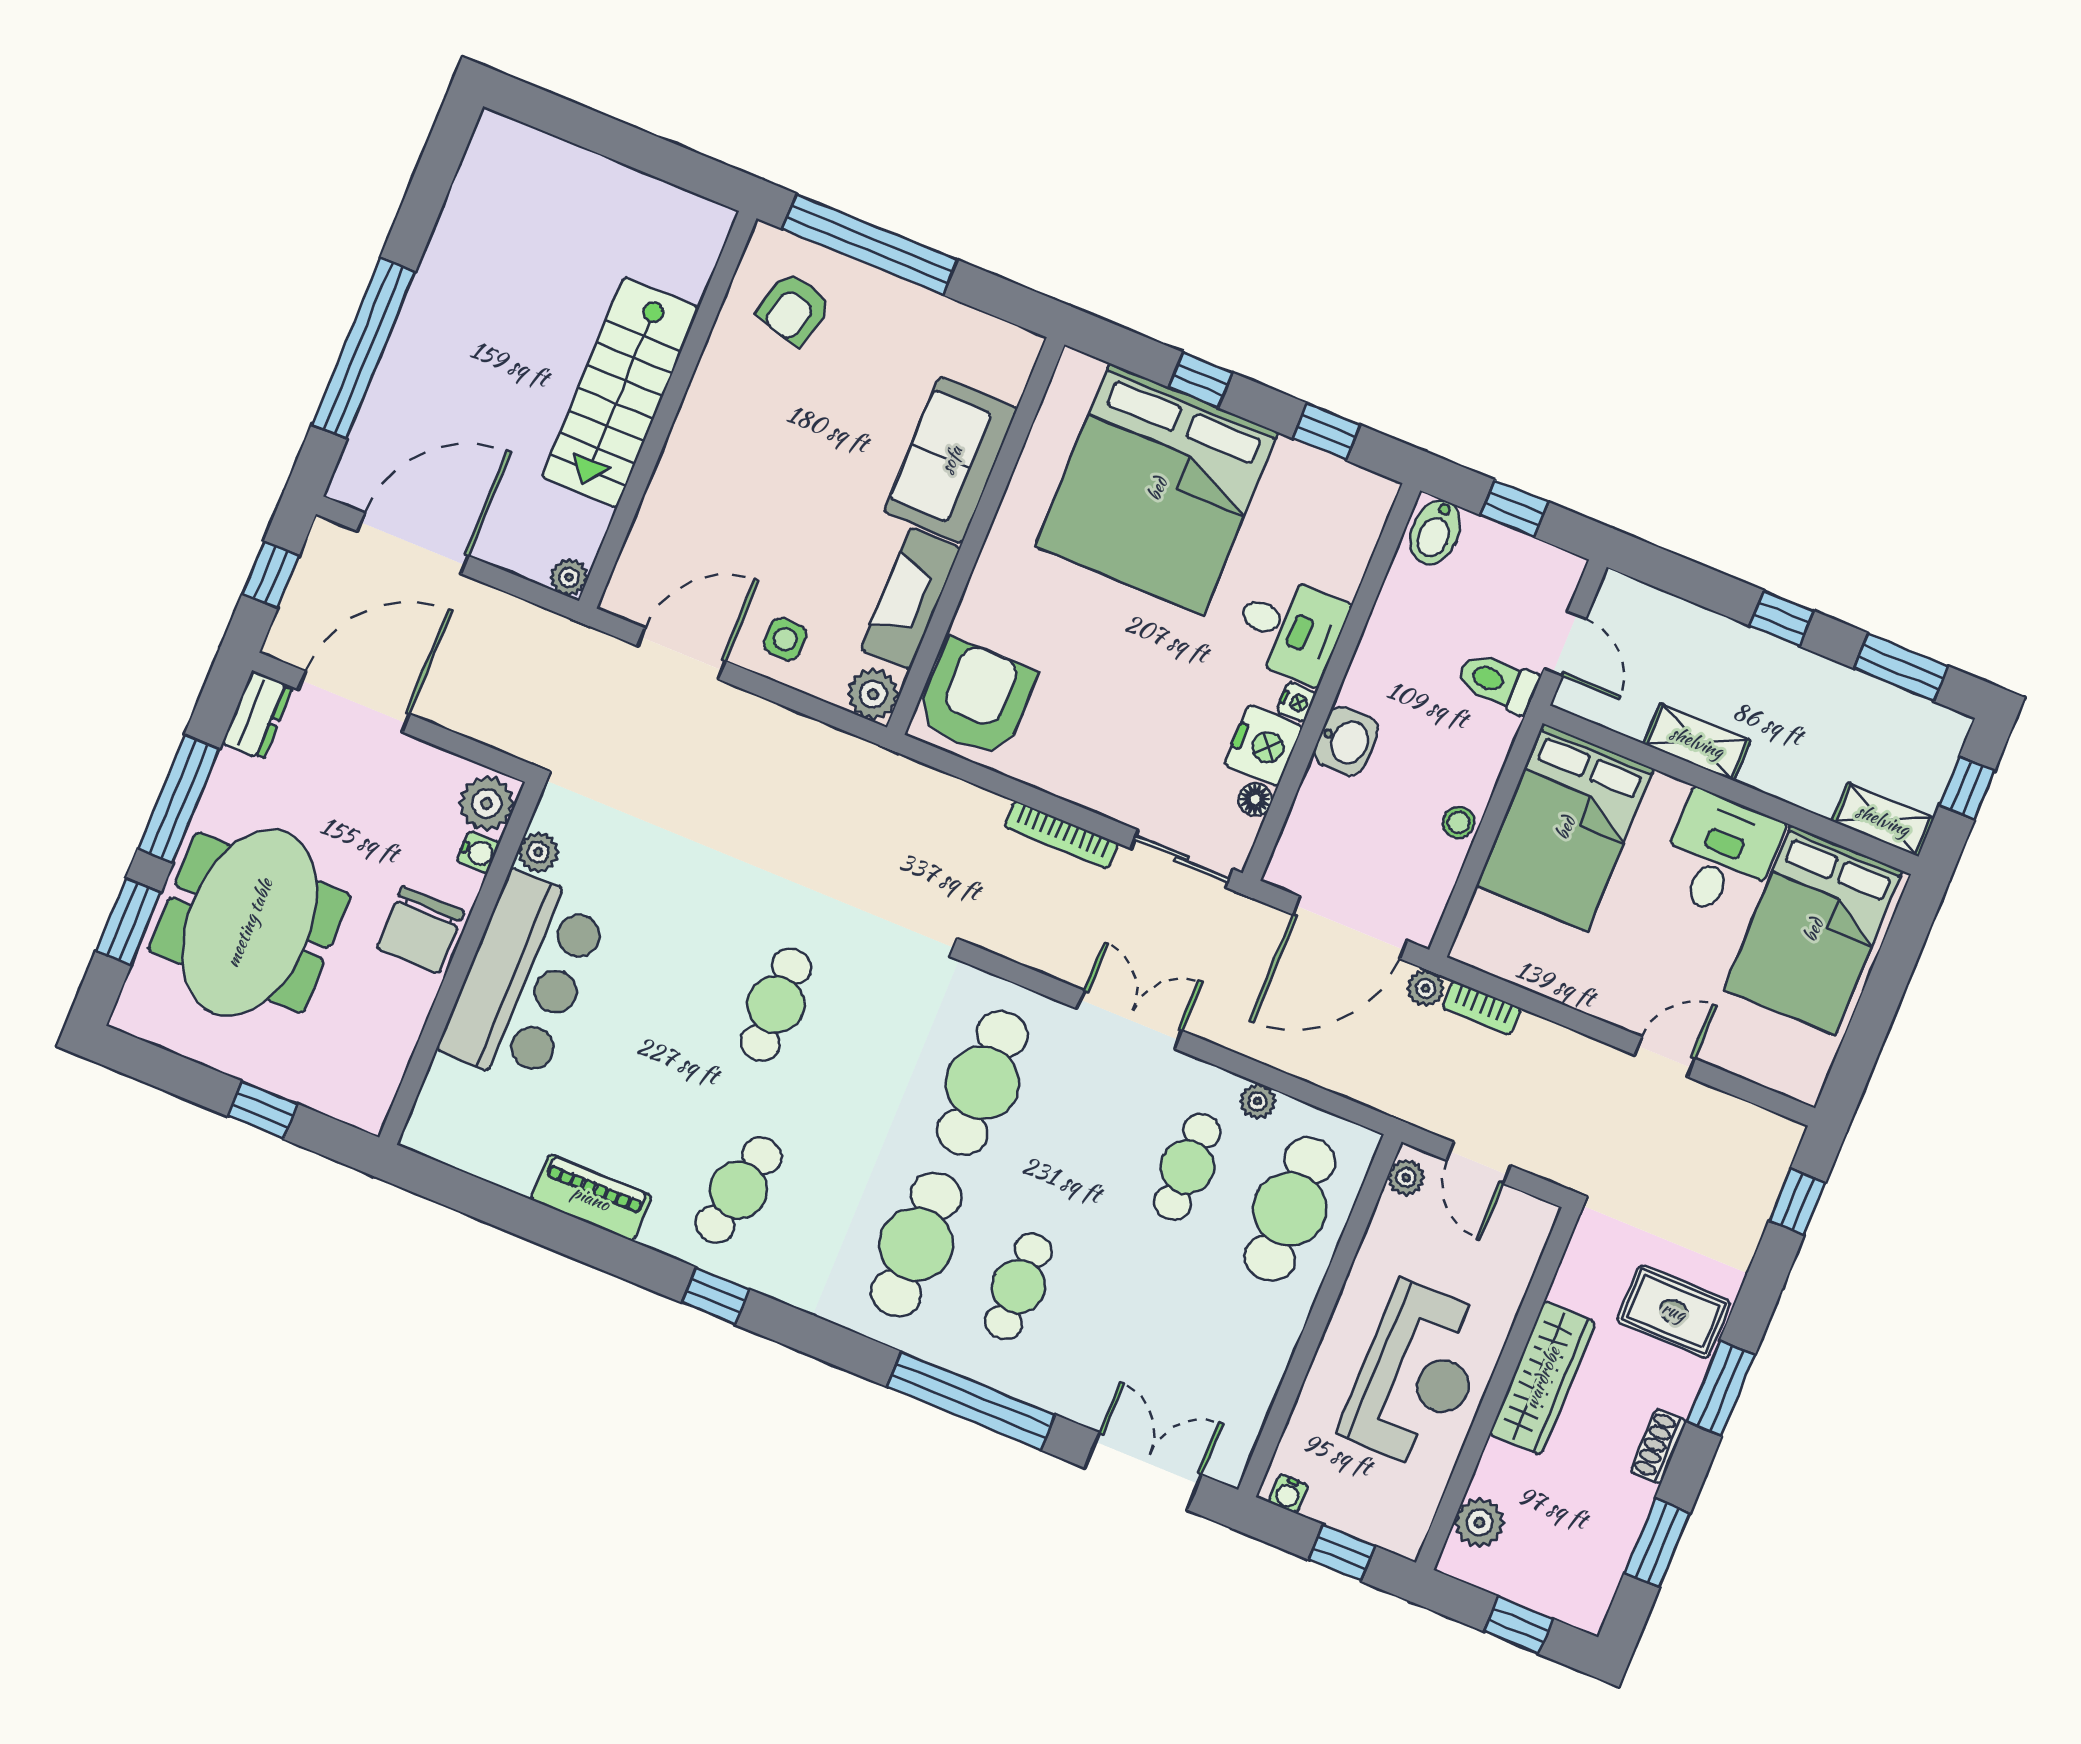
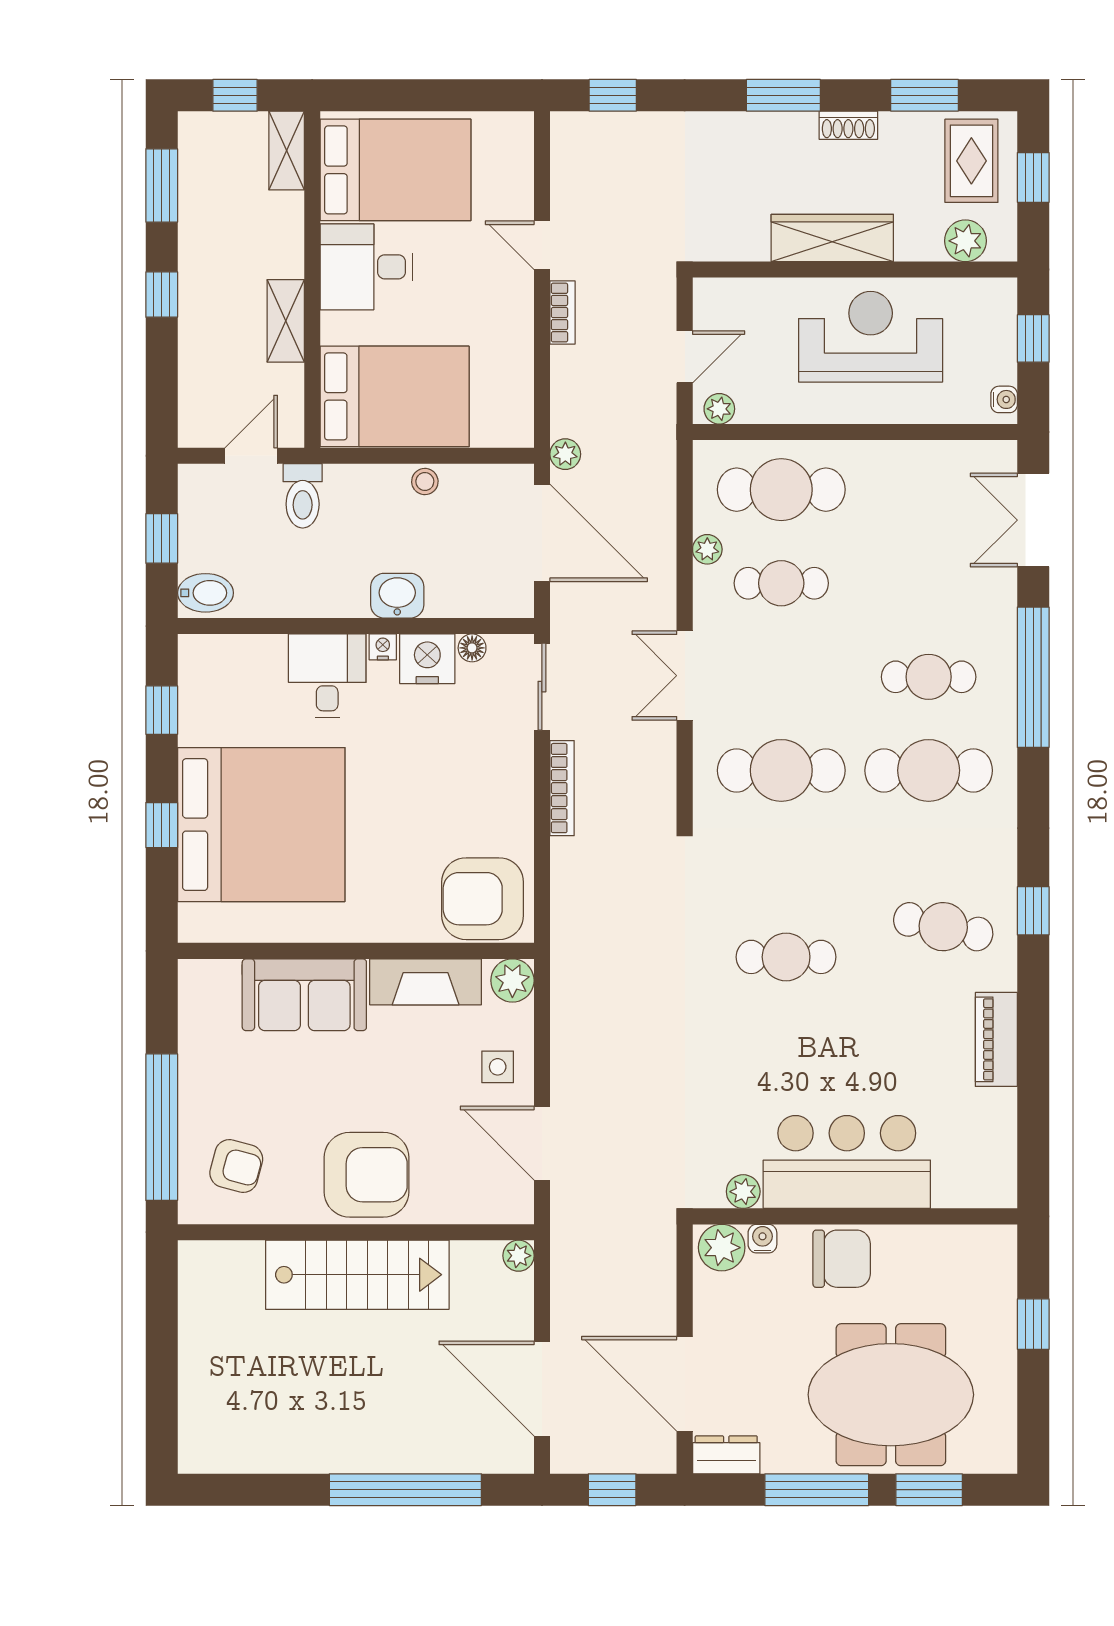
armchair: (726, 447) -> (367, 1175), added
bookcase: (1482, 1008) -> (563, 313), moved
rug: (1674, 1311) -> (971, 161), moved

